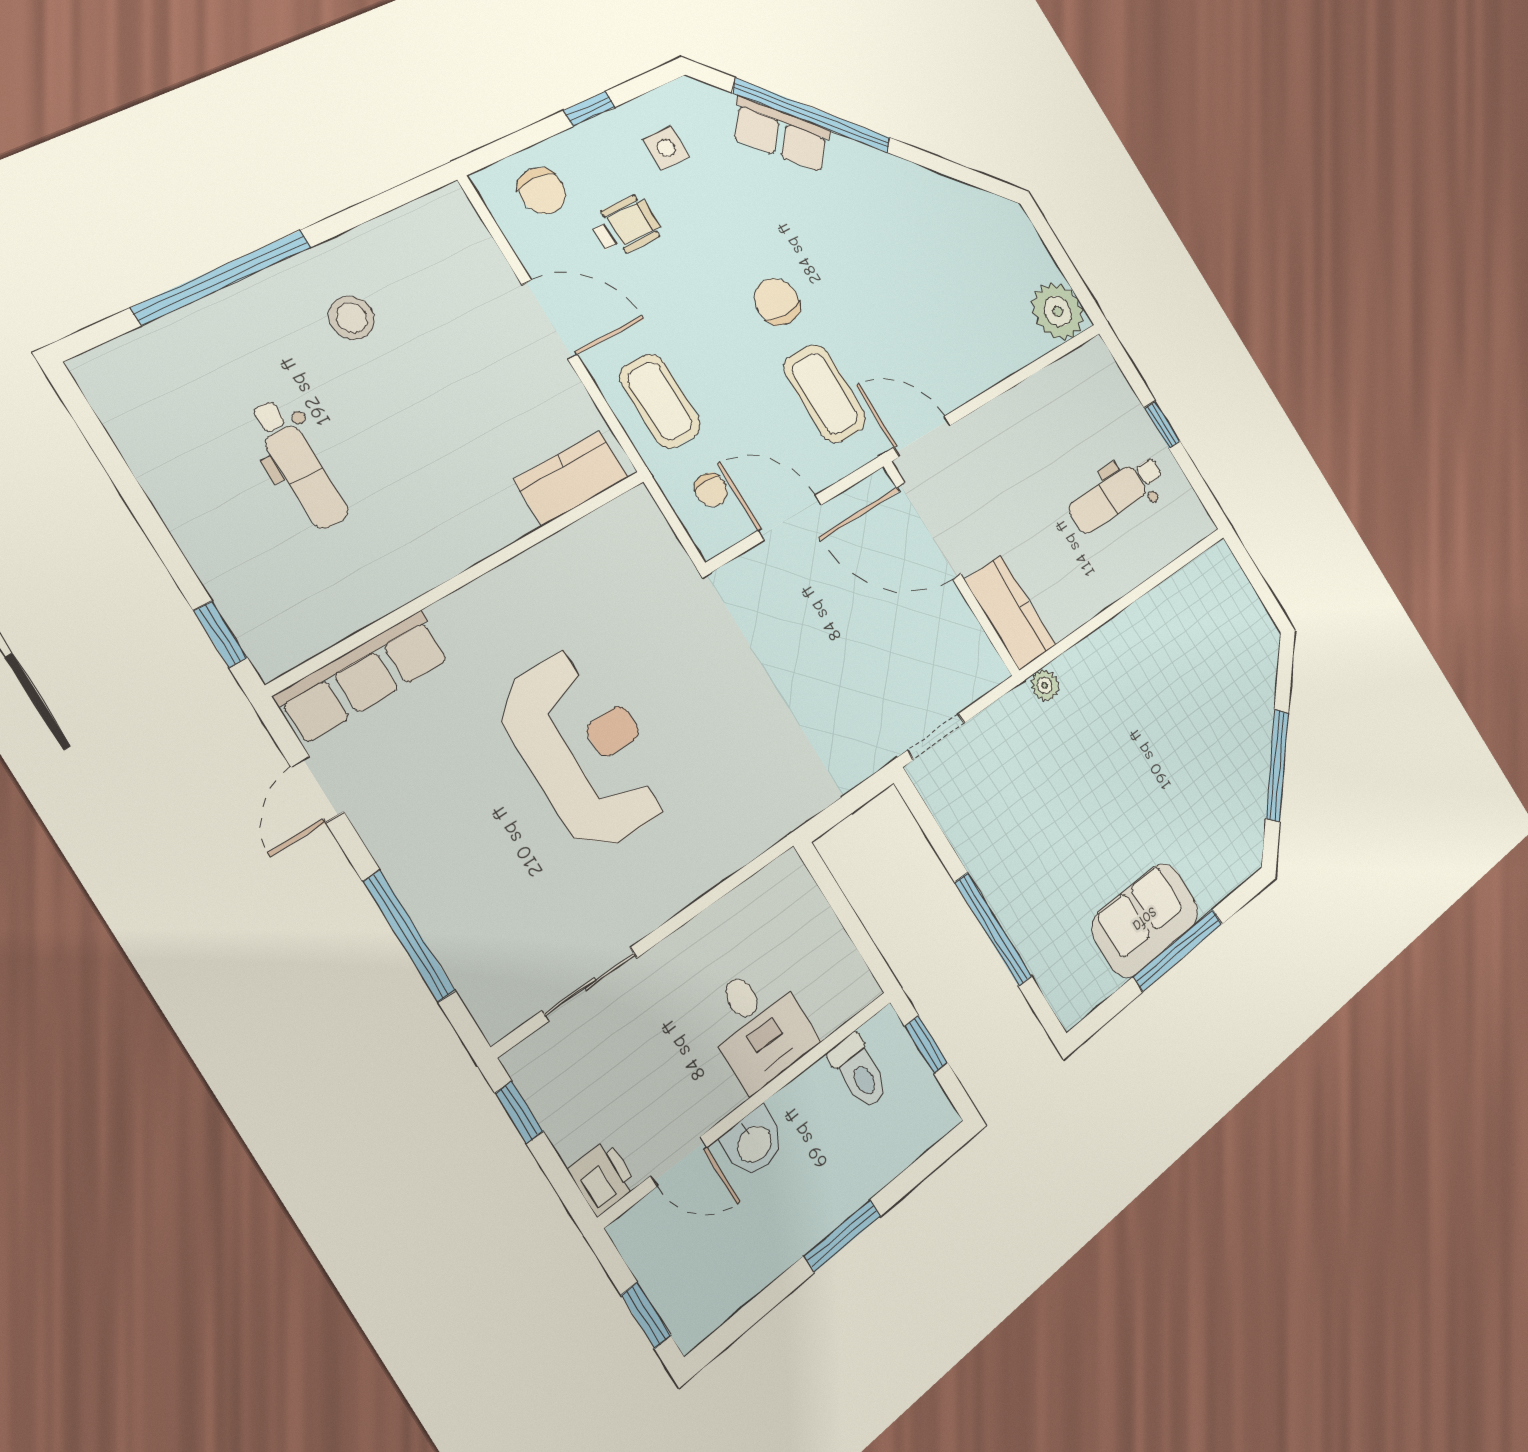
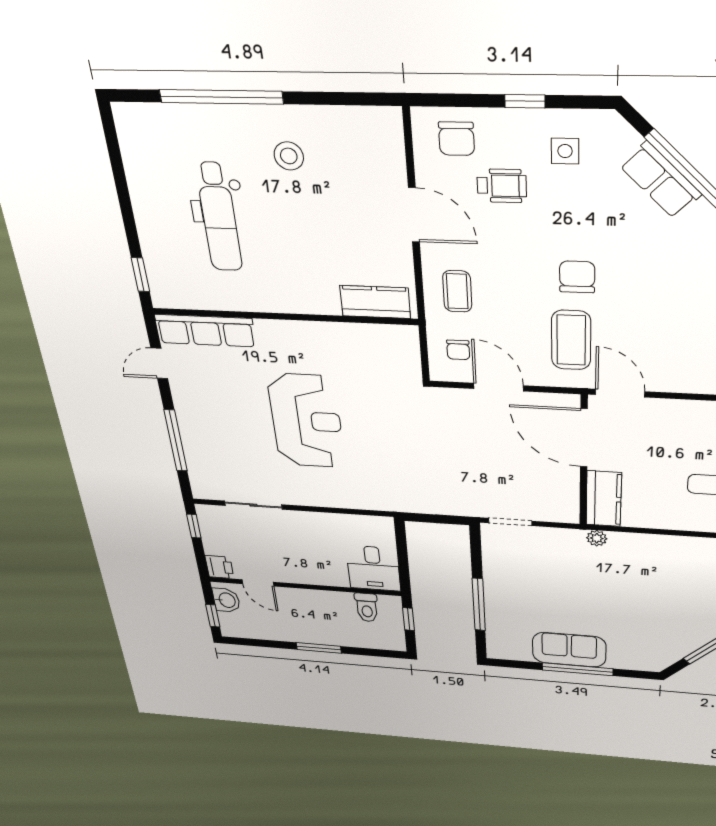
coffee table: (660, 401) -> (457, 291), width x0.73, depth x0.77
dental chair: (299, 464) -> (219, 217), width x1.36, depth x1.38
desk: (759, 1025) -> (373, 568), moved
washbasin: (754, 1143) -> (226, 600), moved, turned -90

